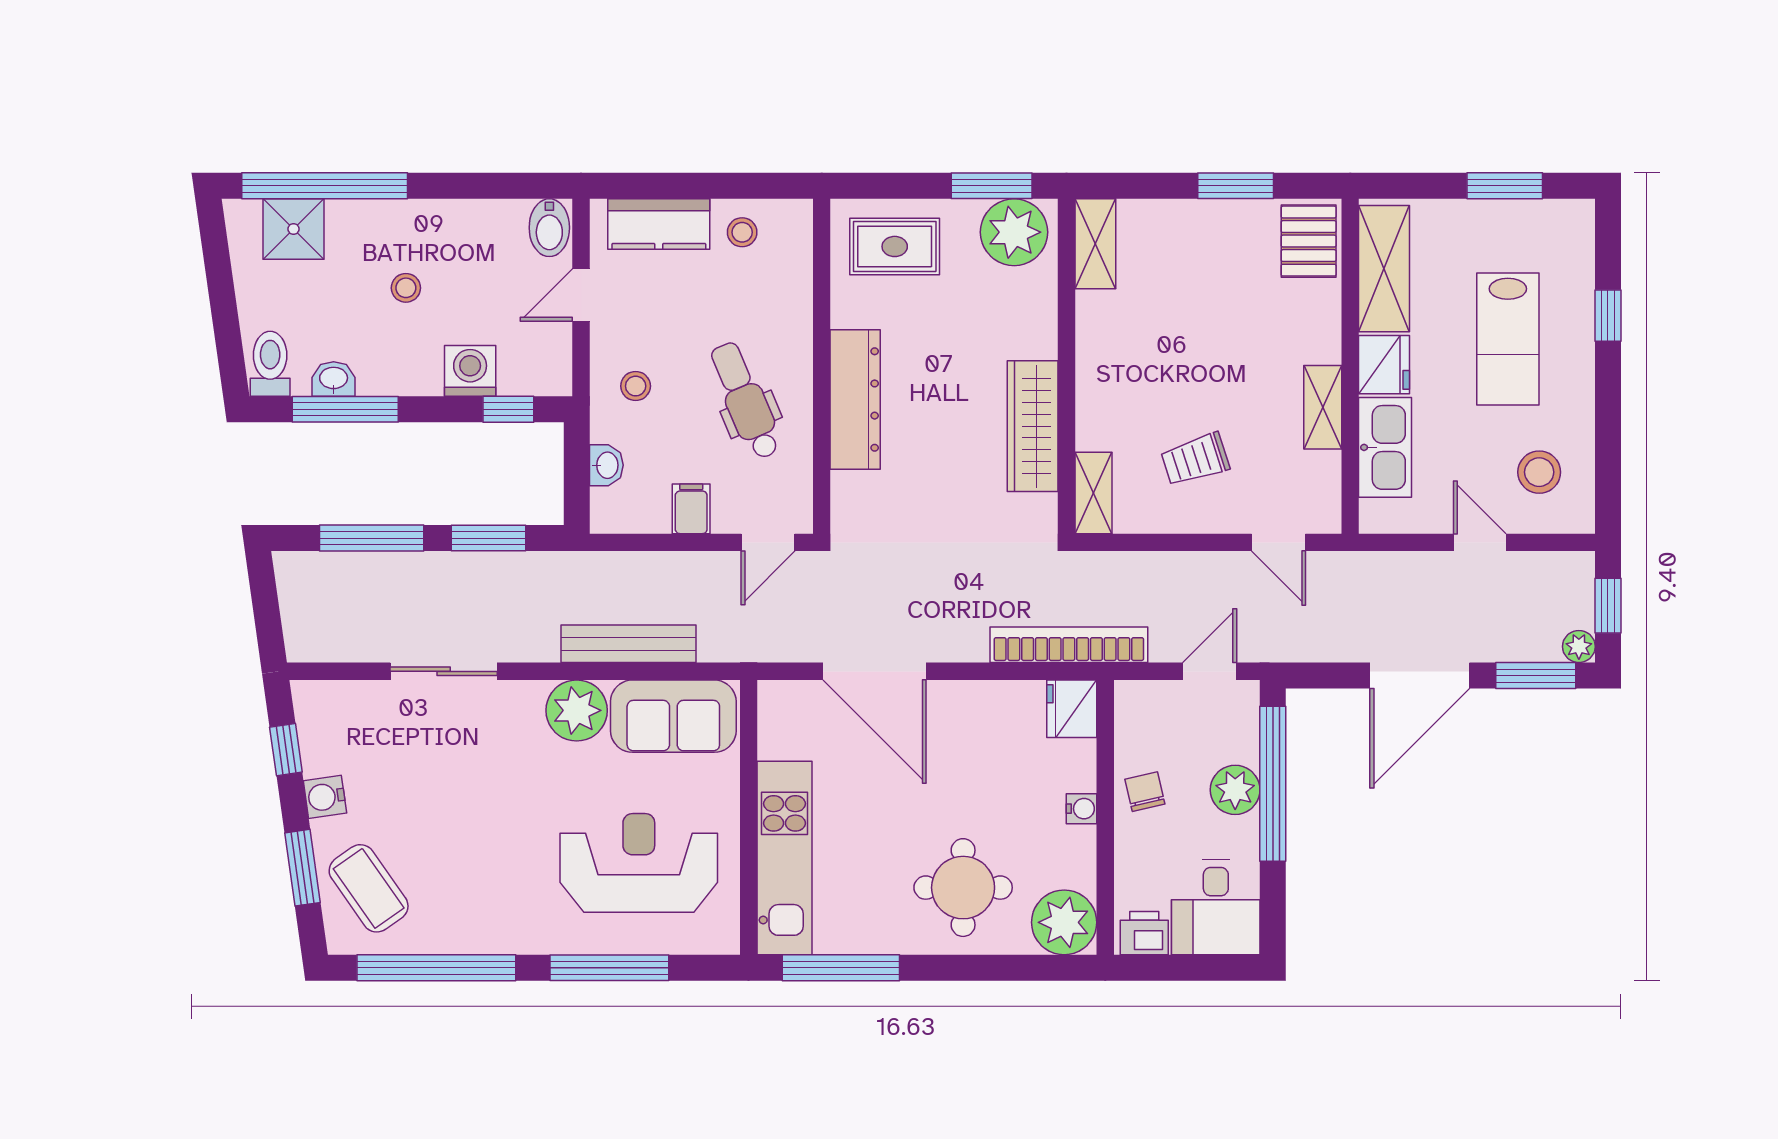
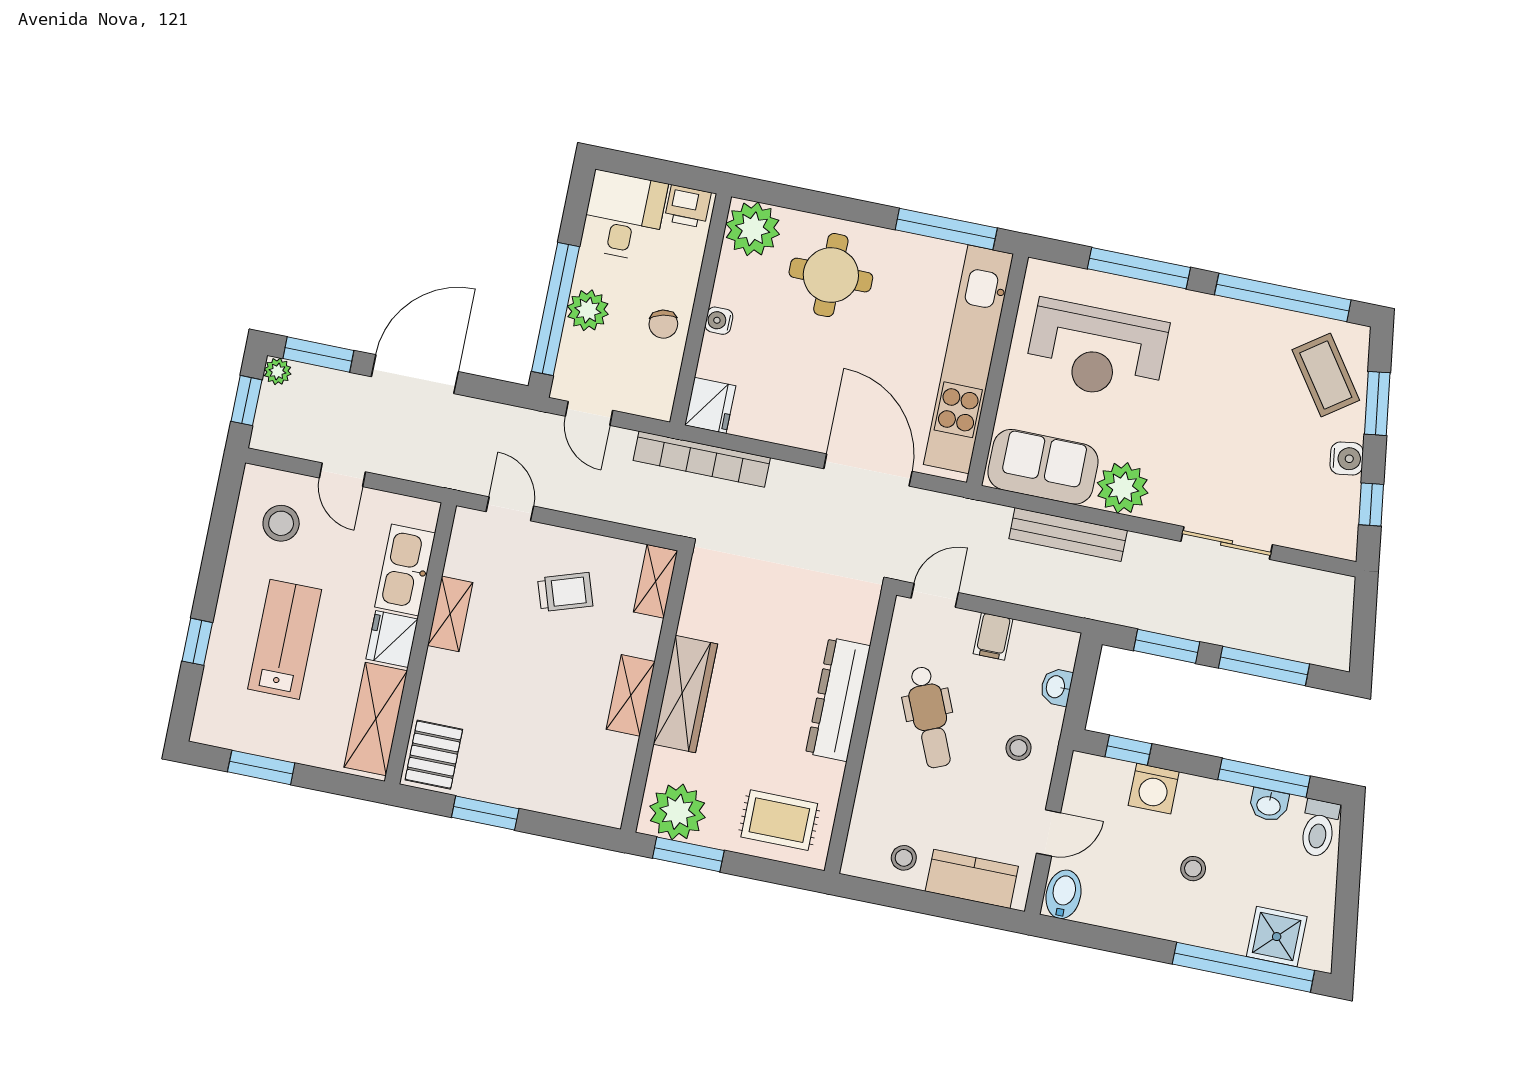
shelving: (1095, 244) -> (631, 695), moved
wardrobe: (1033, 426) -> (685, 694), moved
door: (1210, 671) -> (589, 413), hinge flipped
kitchen unit: (785, 858) -> (969, 359), width x1.36

